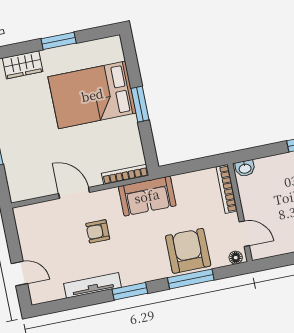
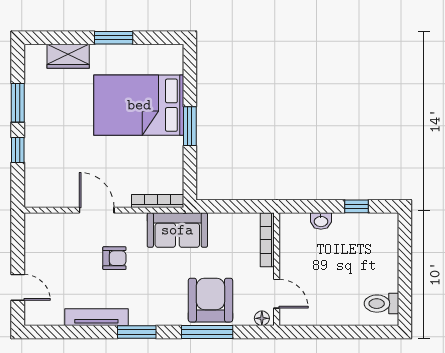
washbasin: (245, 168) -> (321, 221), moved
armchair: (98, 231) -> (114, 258), turned 180

